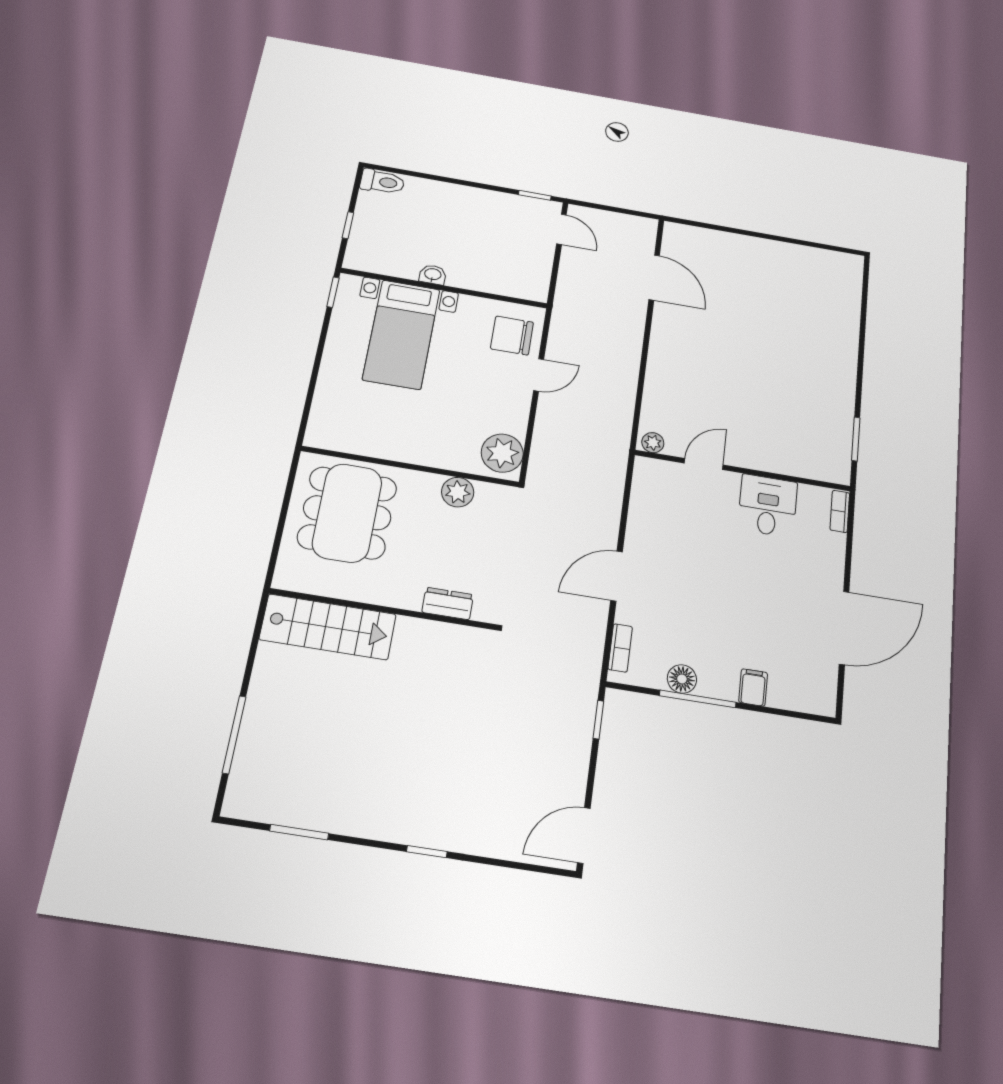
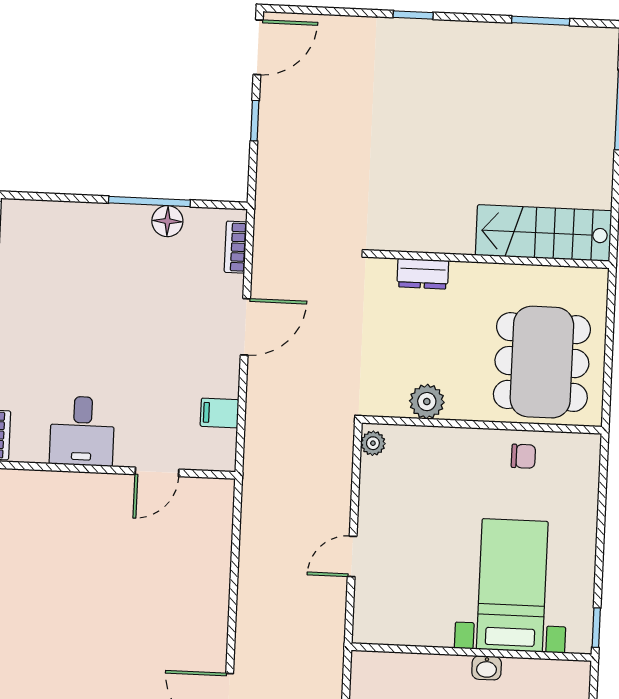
chair: (512, 335) -> (523, 456), moved, width x0.54, depth x0.54
plant: (653, 443) -> (216, 490), removed
plant: (502, 453) -> (373, 443), width x0.53, depth x0.53
filing cabinet: (753, 687) -> (219, 413), moved, turned 90
window: (598, 720) -> (255, 121), moved

